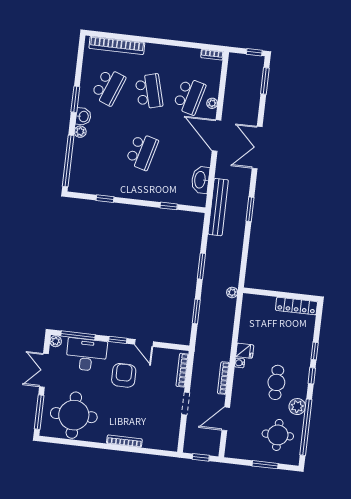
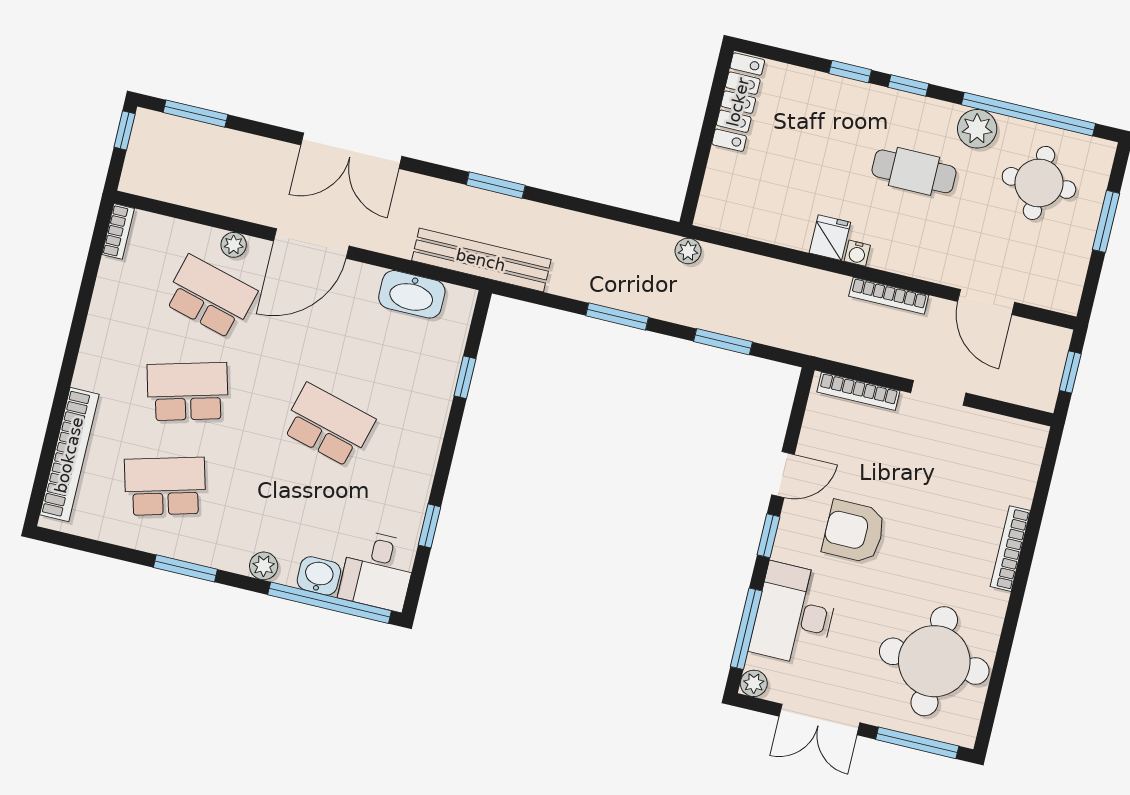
school desk: (108, 87) -> (165, 486), turned -36
washbasin: (83, 116) -> (319, 576), moved
desk: (84, 179) -> (378, 571), added

